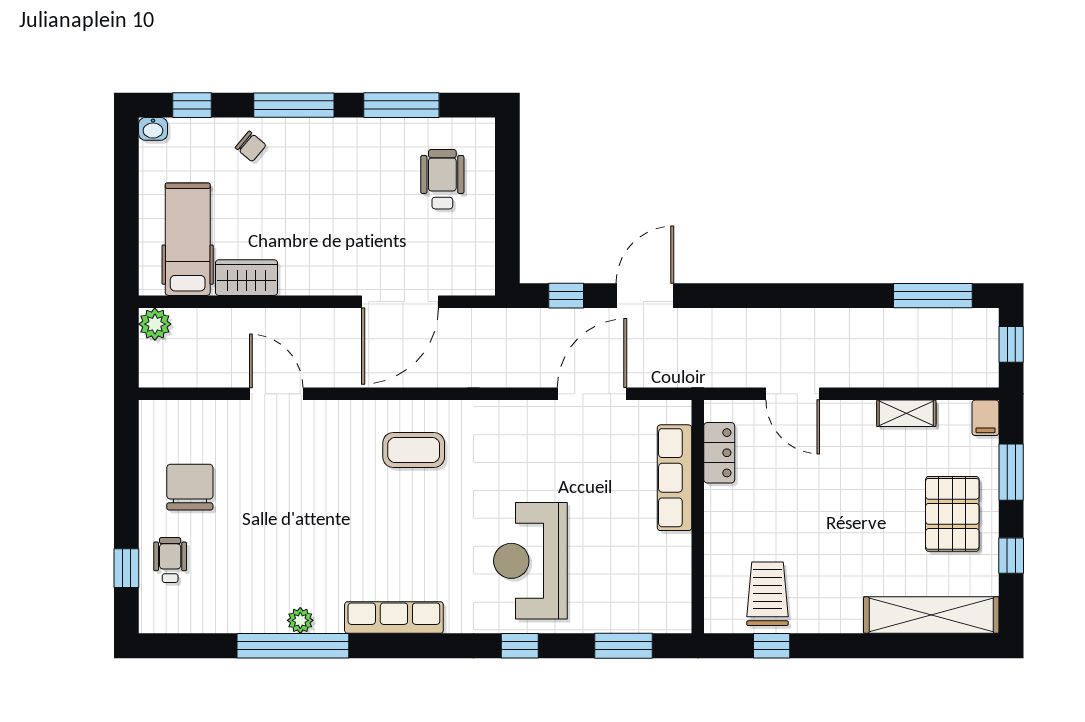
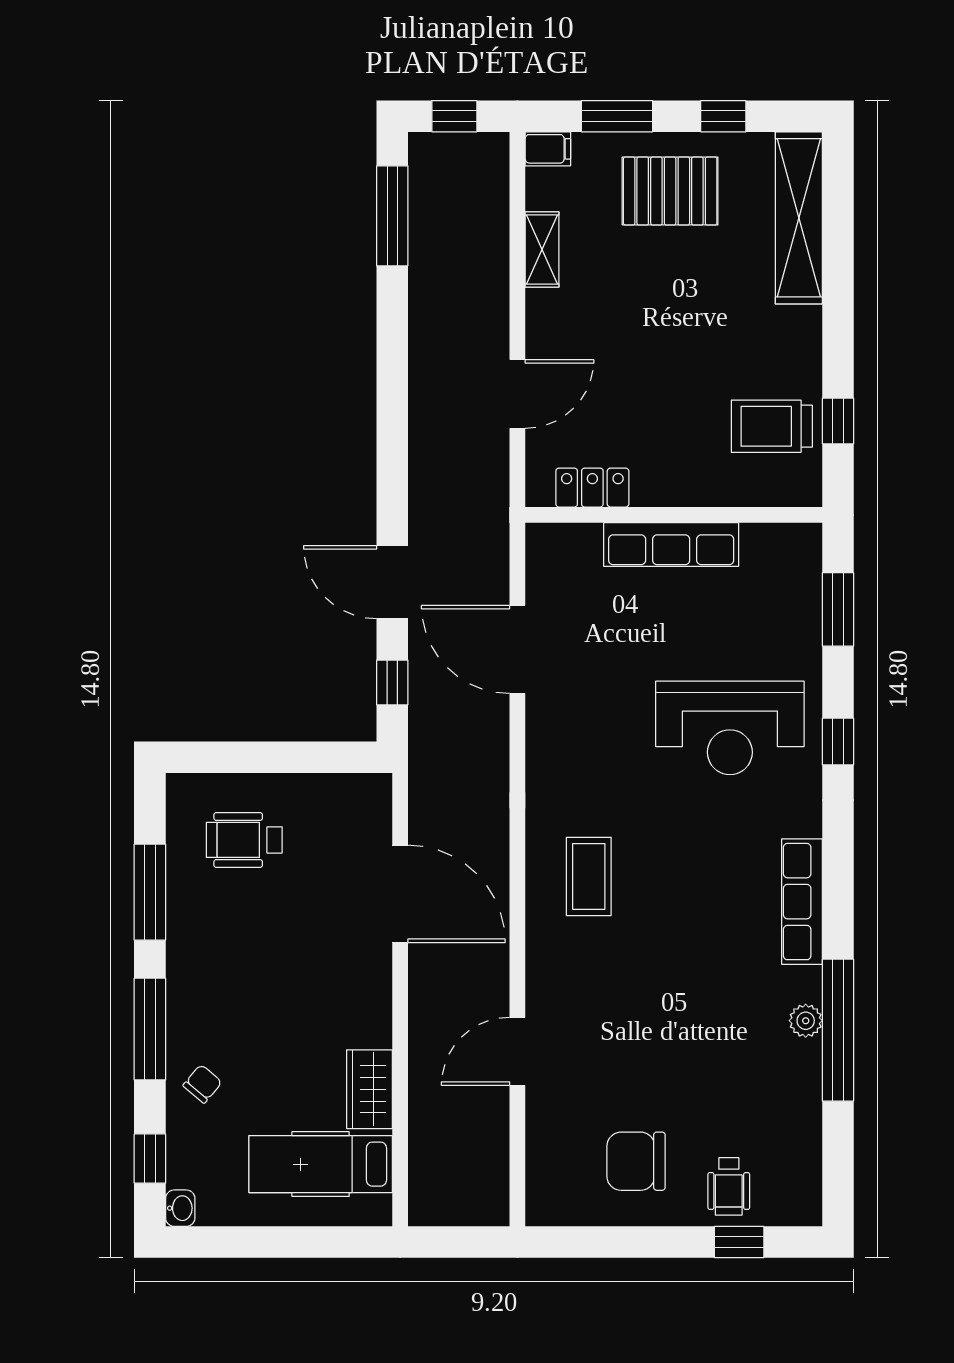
plant: (155, 324) -> (429, 1206), removed
row of seats: (674, 478) -> (671, 545), moved
wheelchair: (170, 560) -> (729, 1186), turned -90

